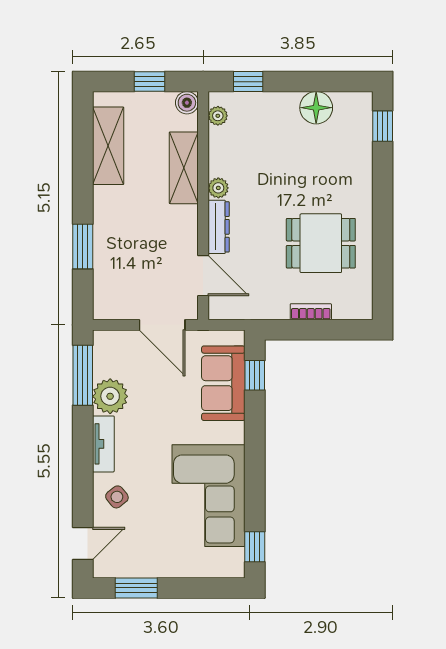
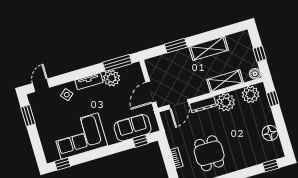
plant: (218, 116) -> (251, 94), width x1.88, depth x1.88
shelving: (108, 146) -> (209, 48), moved
plant: (218, 188) -> (226, 102), width x1.87, depth x1.87
door: (83, 543) -> (41, 85), swing flipped

